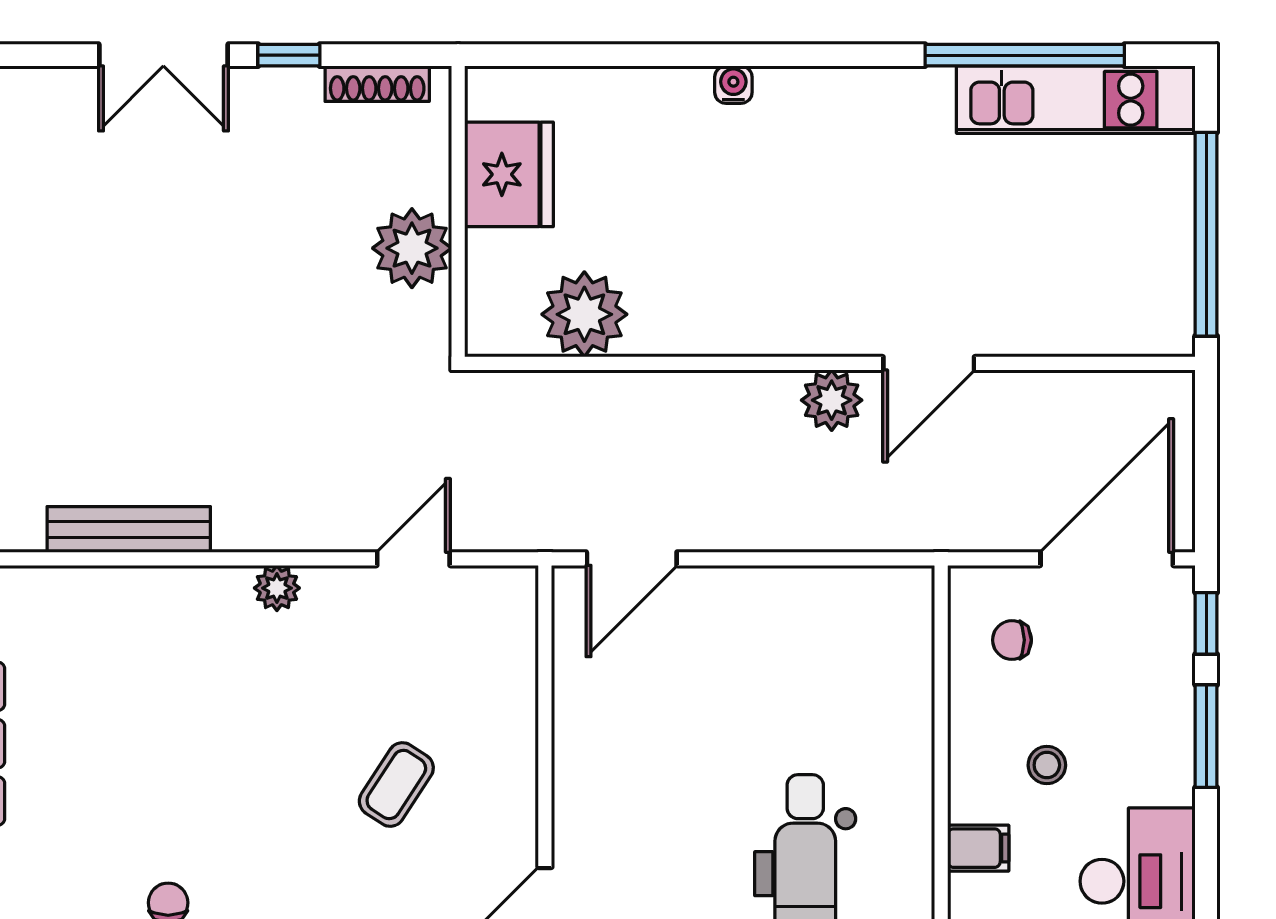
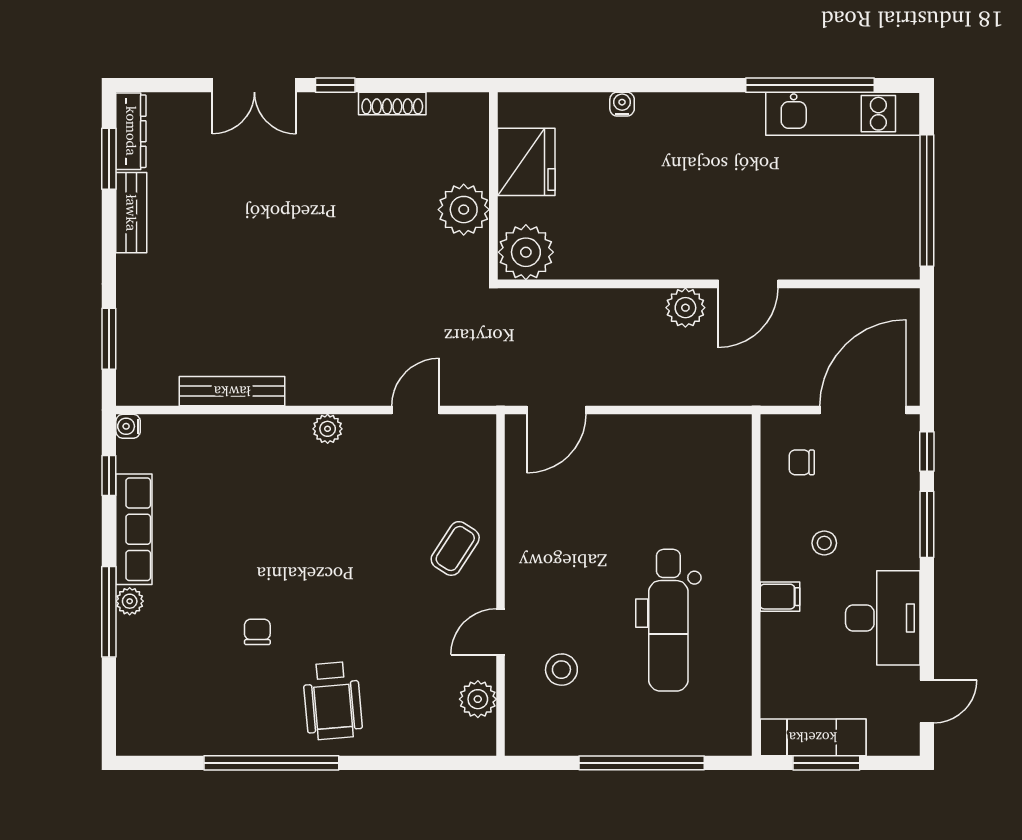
fridge: (509, 174) -> (526, 162), moved
wall: (458, 211) -> (493, 186), moved
plant: (412, 248) -> (464, 210), moved
coffee table: (396, 785) -> (455, 548), moved

